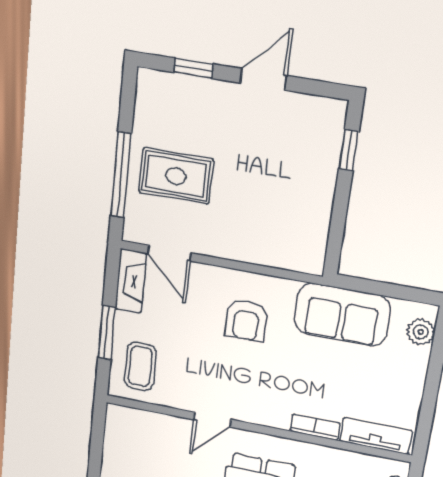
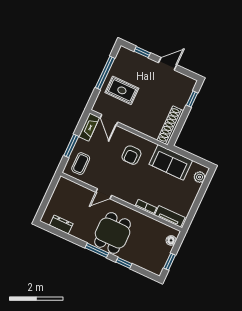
window: (121, 175) -> (105, 73), moved
shoe rack: (315, 229) -> (170, 125), added

